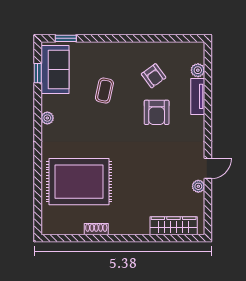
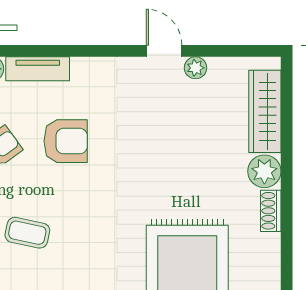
plant: (139, 226) -> (264, 171), added
shoe rack: (96, 229) -> (271, 211), moved

